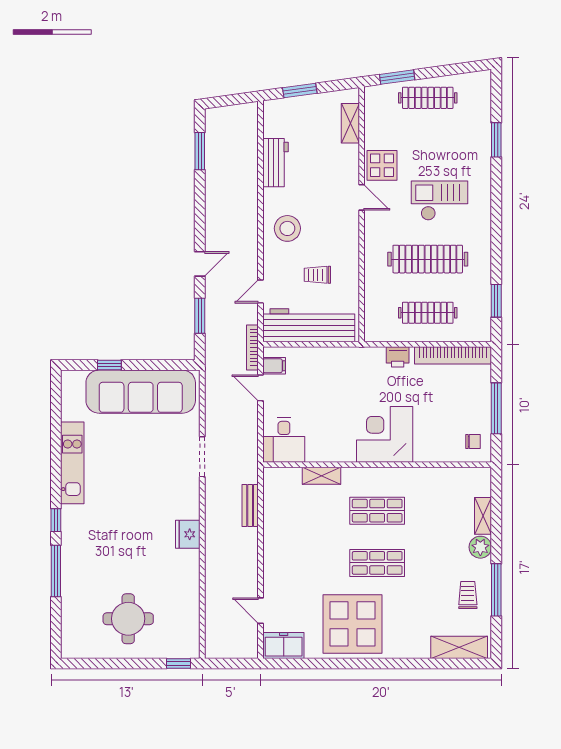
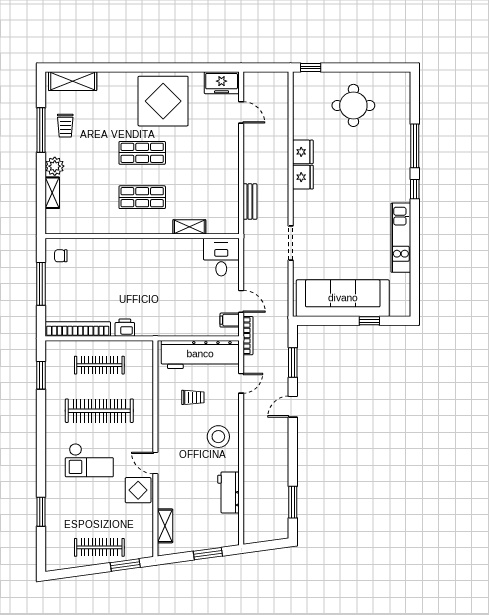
corner desk: (385, 434) -> (136, 262), removed
fridge: (188, 564) -> (303, 152), added

